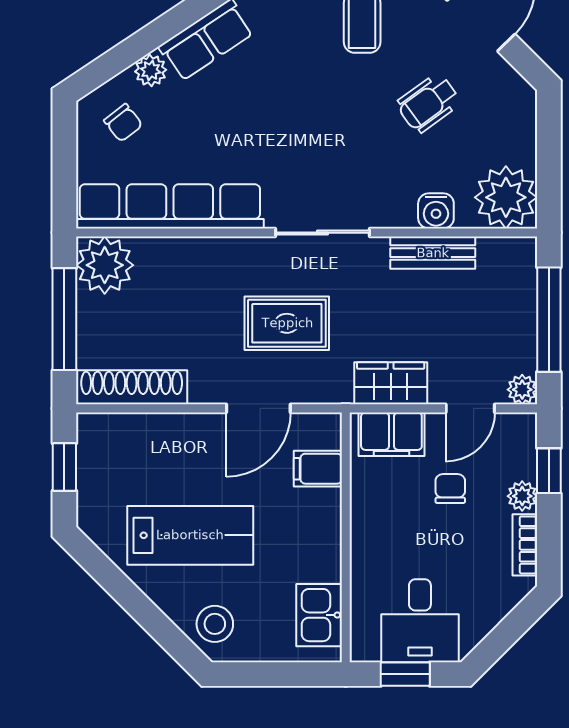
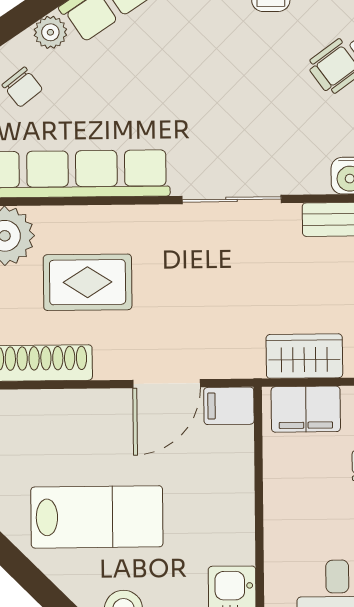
rug: (287, 323) -> (88, 282), moved
filing cabinet: (318, 469) -> (229, 406), moved

